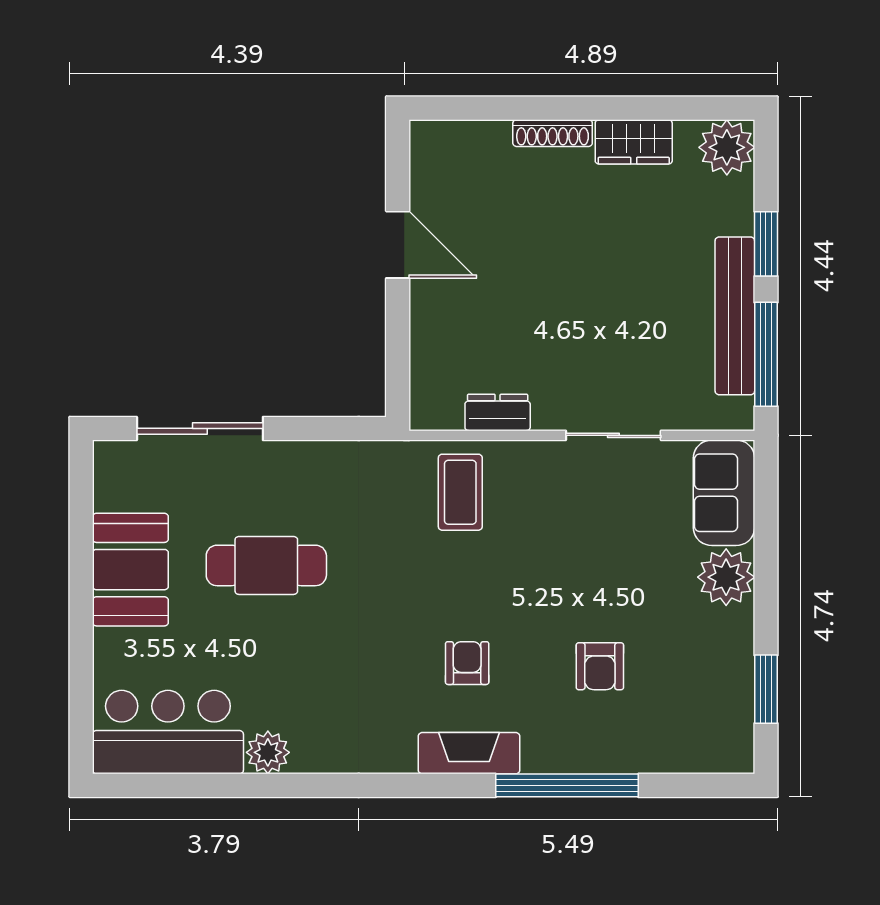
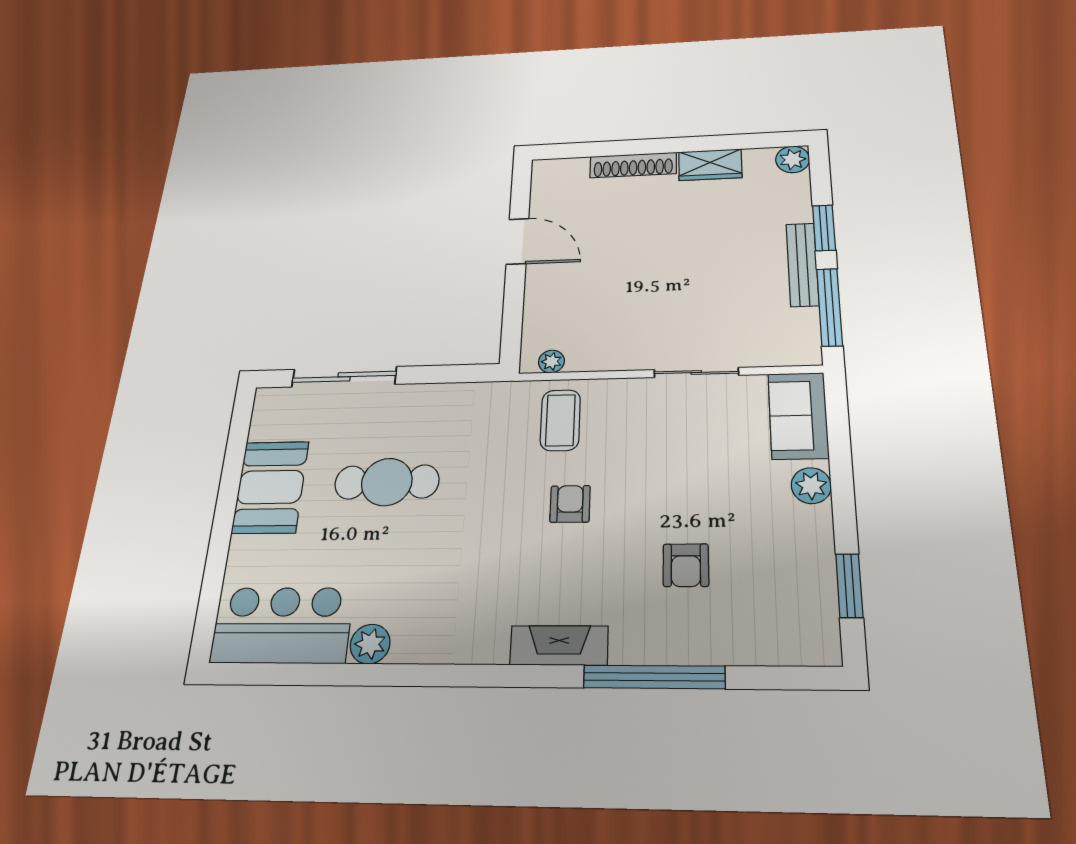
shoe rack: (553, 133) -> (633, 165), width x1.36, depth x1.24
plant: (727, 147) -> (793, 159), width x0.73, depth x0.73
bench: (735, 316) -> (802, 264), width x0.73, depth x0.82
dresser: (498, 412) -> (595, 358), removed
plant: (447, 416) -> (551, 361), added
plant: (726, 577) -> (811, 486), width x0.73, depth x0.73
armchair: (467, 663) -> (570, 504), moved

